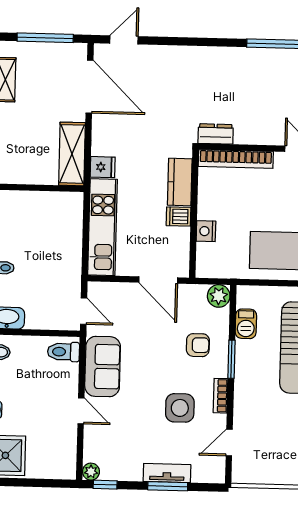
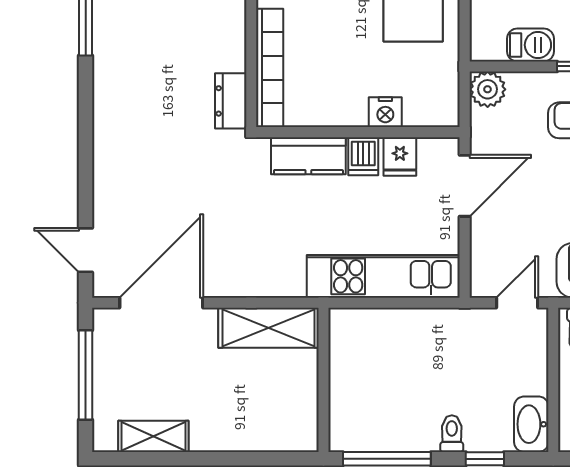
fridge: (103, 167) -> (400, 156), moved, turned 180

